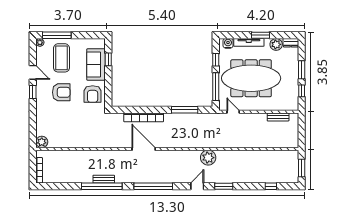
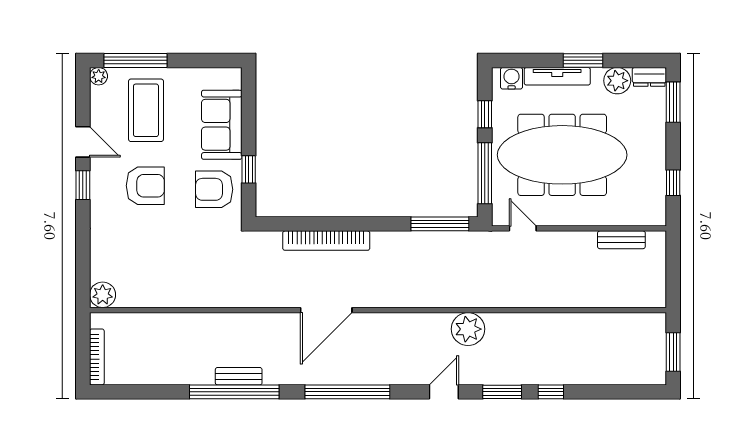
window: (108, 59) -> (249, 169), moved
window: (302, 70) -> (673, 102), moved
armchair: (93, 94) -> (214, 189), turned 90
window: (185, 110) -> (440, 224), moved
door: (144, 149) -> (326, 310), swing flipped
window: (271, 186) -> (551, 392), moved

